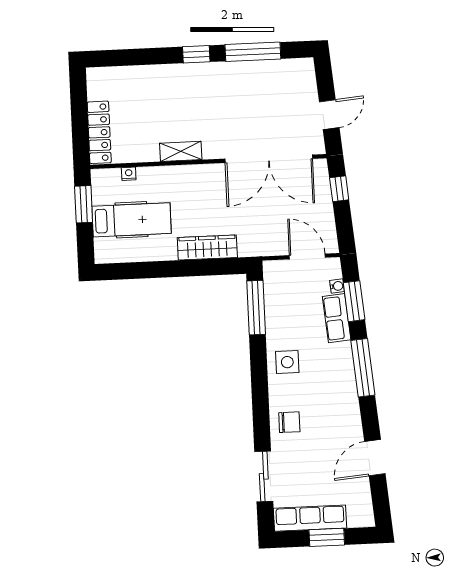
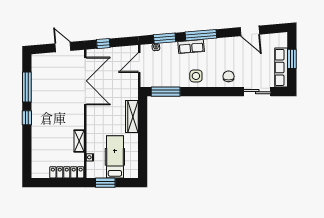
shelving: (181, 151) -> (79, 141), moved
row of seats: (337, 318) -> (191, 47), moved

